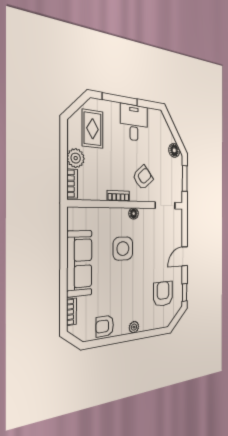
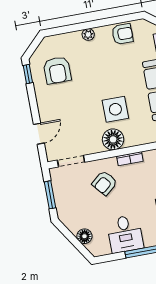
floor lamp: (174, 150) -> (84, 236), moved
floor lamp: (134, 214) -> (113, 139), width x1.89, depth x1.89
door: (185, 256) -> (39, 134), moved

